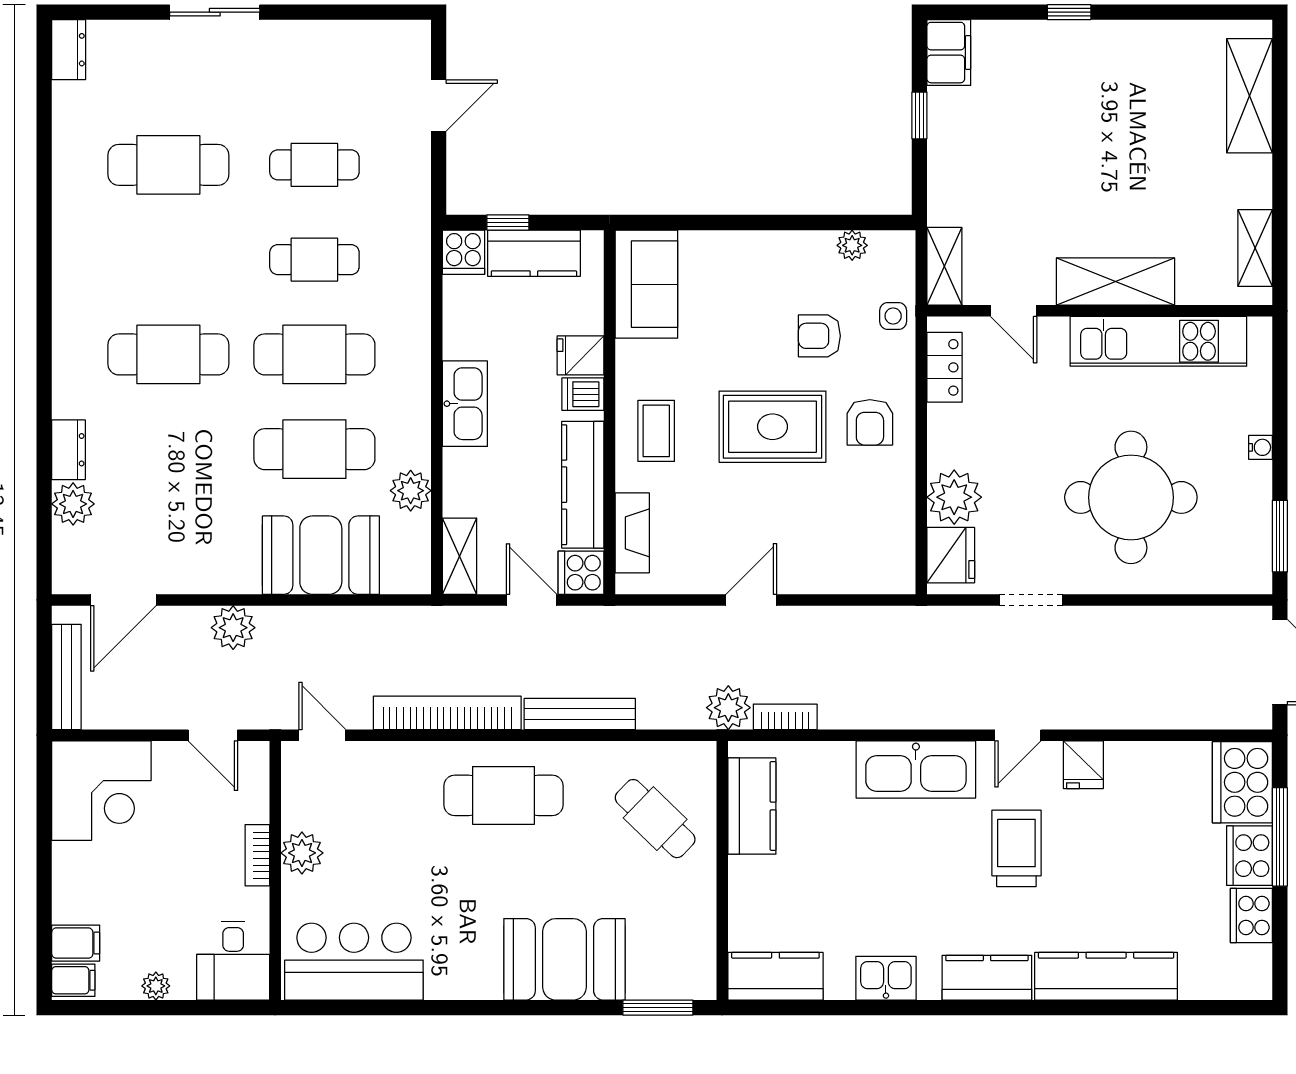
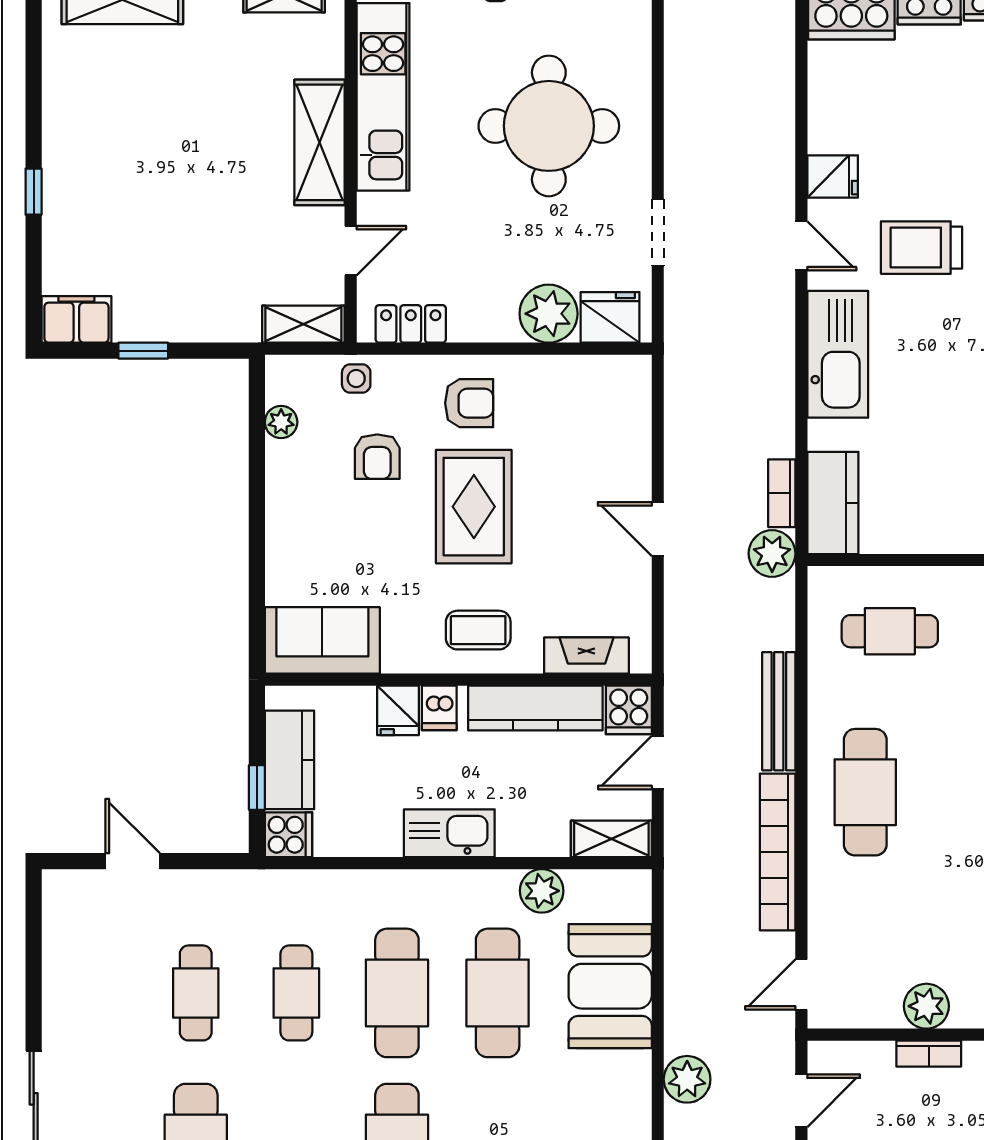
kitchen counter: (752, 806) -> (833, 503), moved, turned 90
cafe table: (655, 819) -> (890, 631), turned 46

